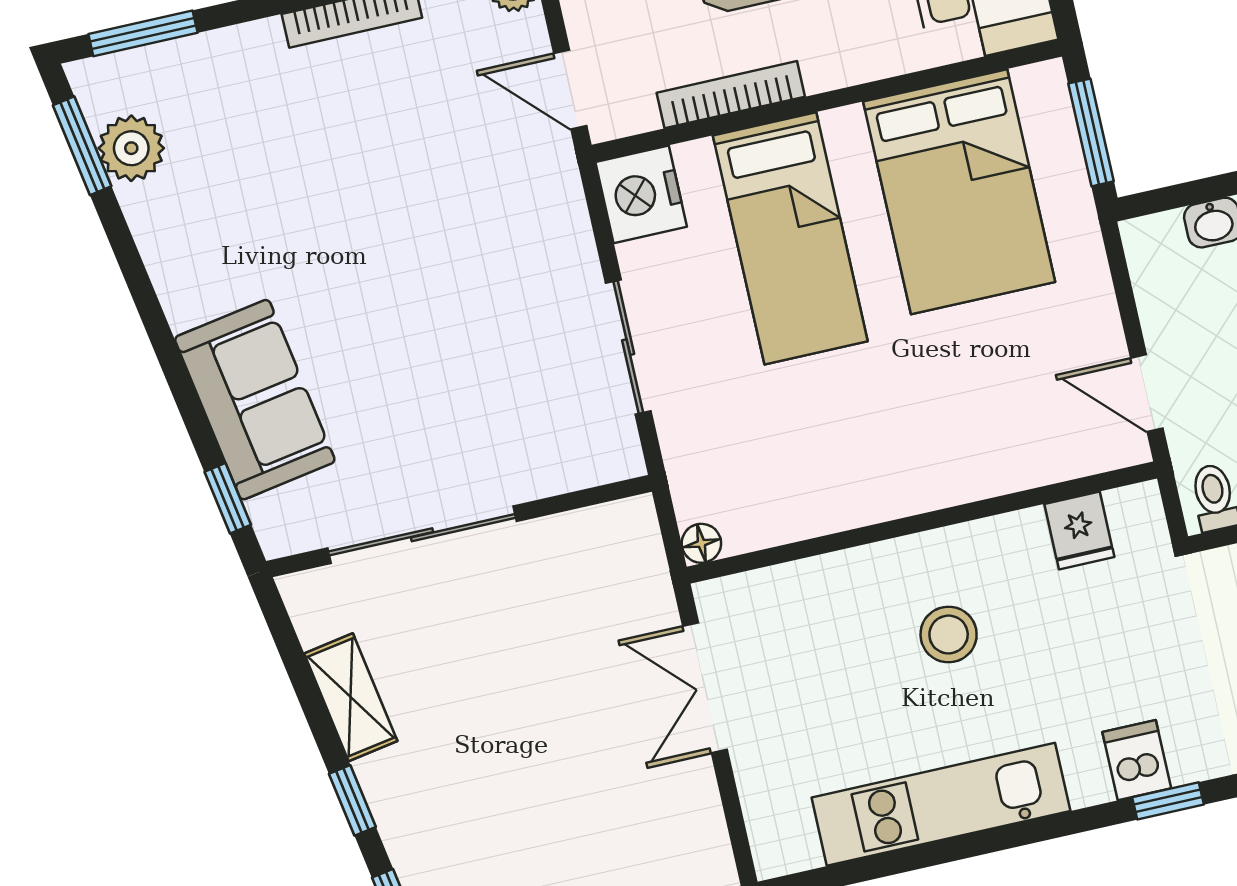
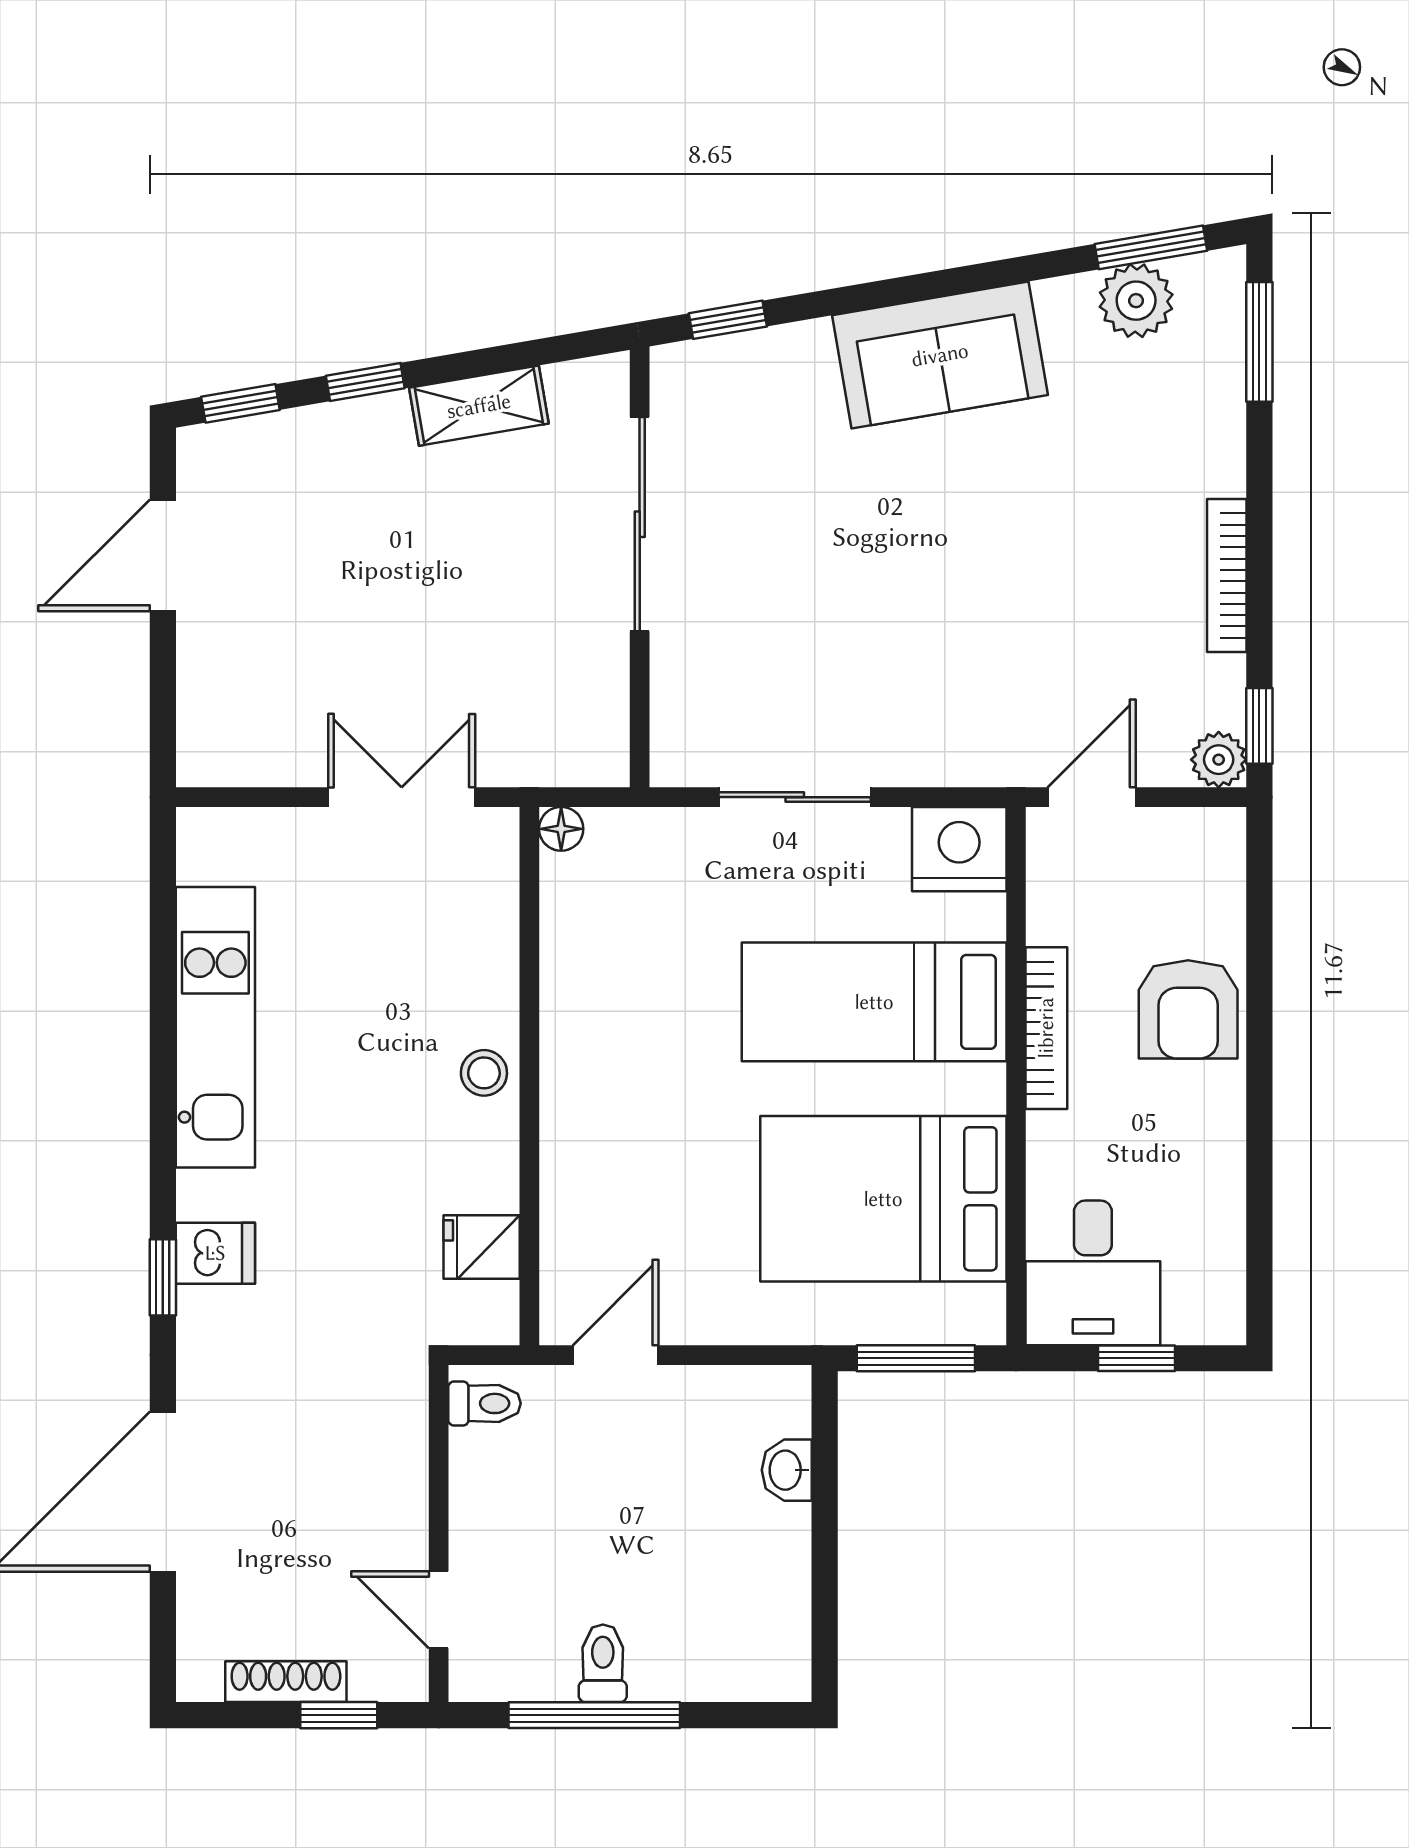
bookcase: (731, 95) -> (1046, 1028), moved
sofa: (255, 400) -> (940, 355), moved
stool: (949, 635) -> (484, 1073), moved, width x0.73, depth x0.73

